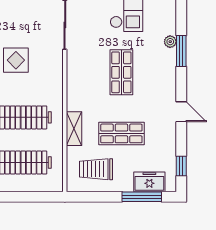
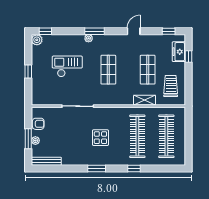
shop shelf: (121, 72) -> (108, 70), turned 90
trolley: (96, 169) -> (171, 86), turned 180
window: (142, 197) -> (188, 57), width x0.46

